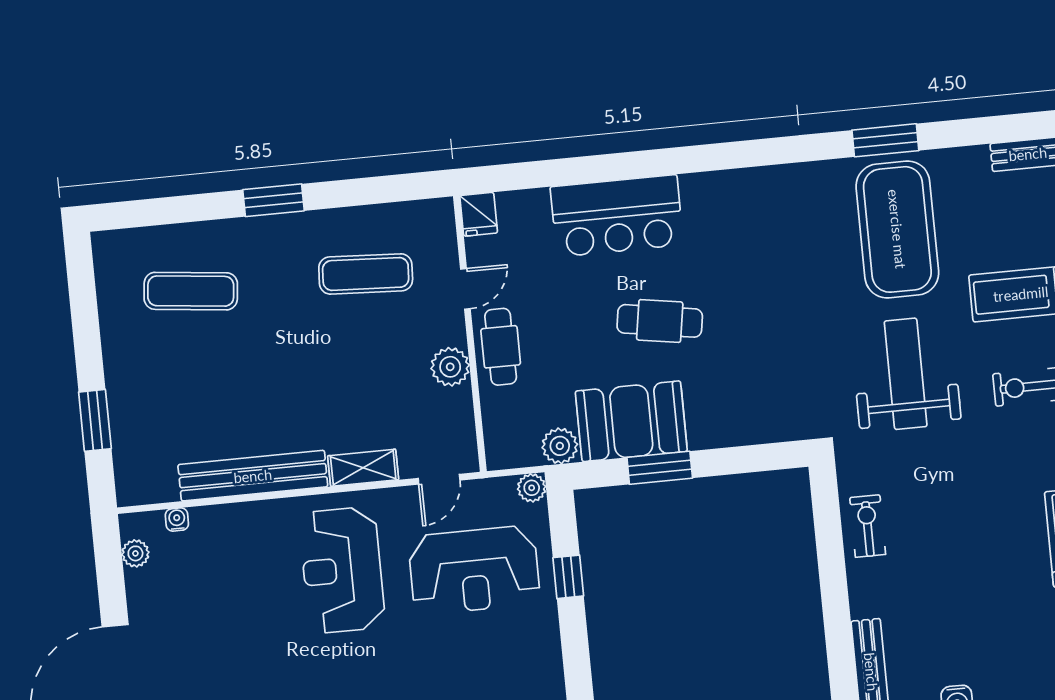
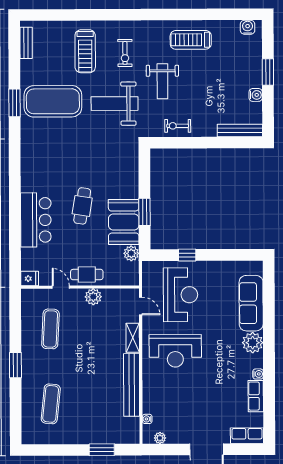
weight bench: (968, 481) -> (162, 81), added
plant: (532, 488) -> (148, 267), removed

